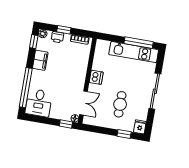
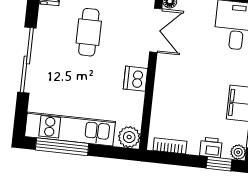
window: (64, 30) -> (219, 164), moved
plant: (102, 46) -> (129, 137), added
double door: (84, 103) -> (156, 30), swing flipped

